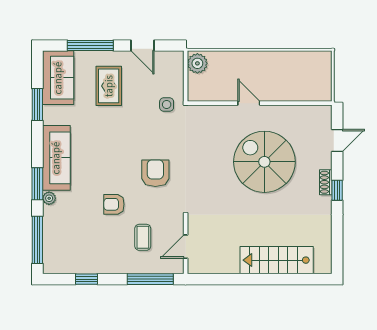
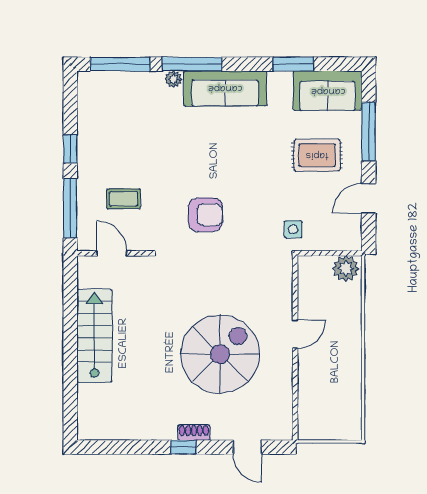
window: (37, 184) -> (192, 64), width x1.44
armchair: (114, 204) -> (166, 162), removed
stairs: (277, 260) -> (94, 336), moved
window: (87, 279) -> (70, 149), moved

